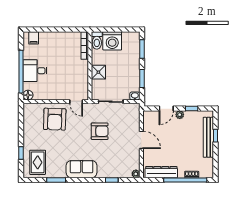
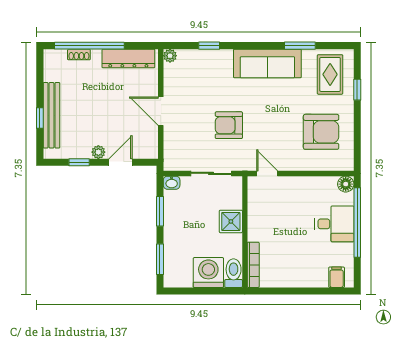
armchair: (55, 119) -> (321, 132), moved, turned 88
sofa: (82, 169) -> (267, 63), width x1.36

